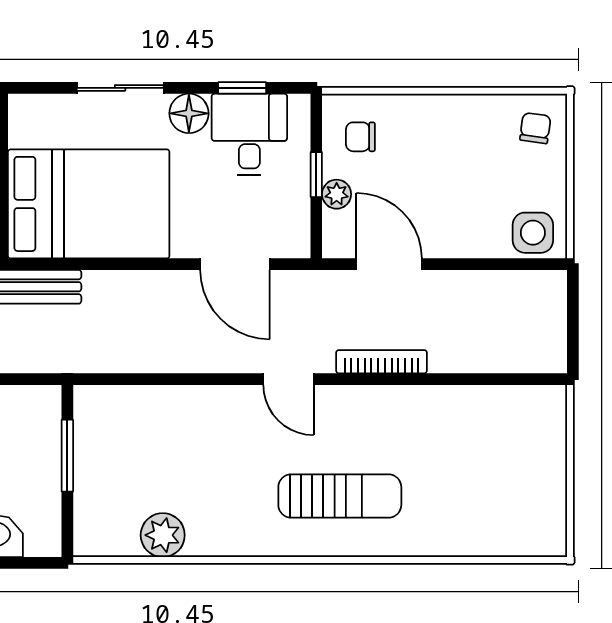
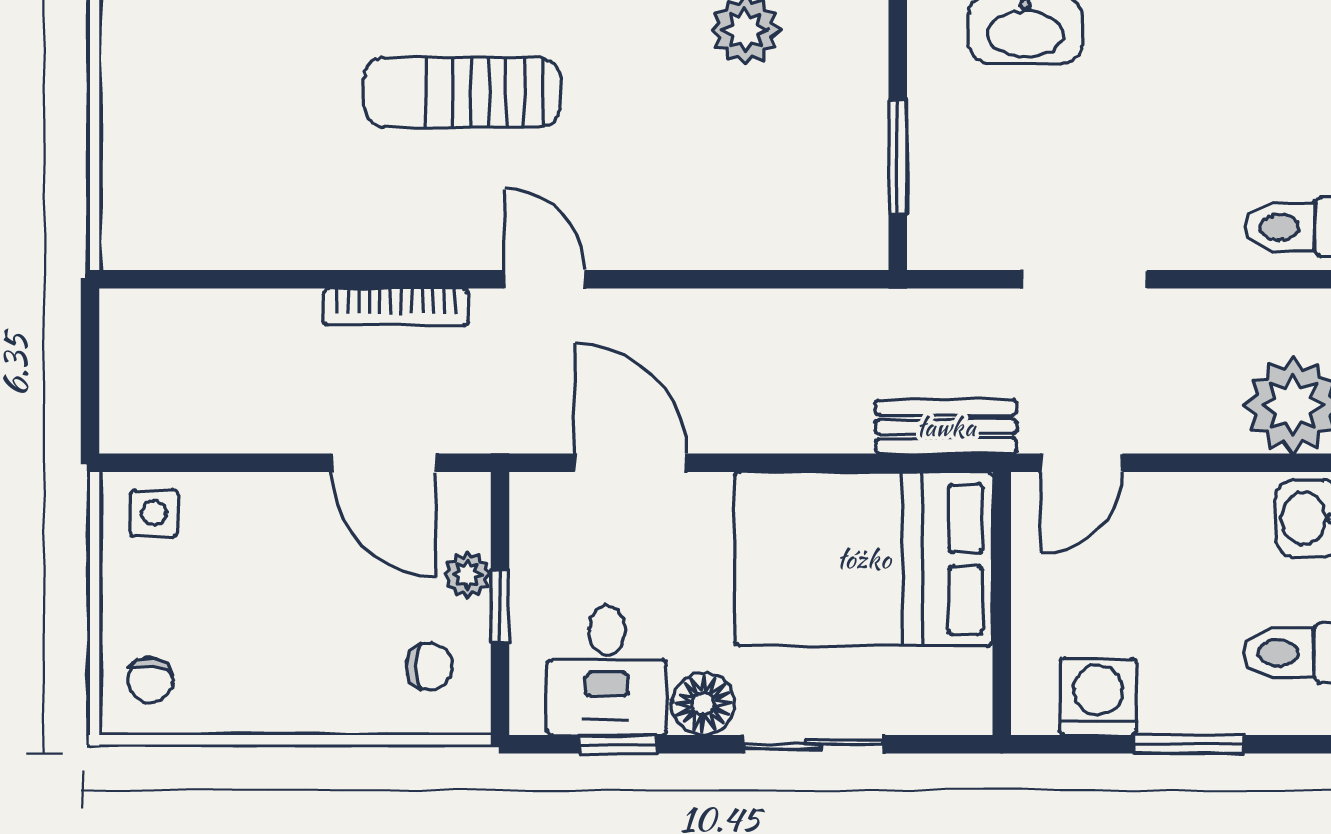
side table: (533, 233) -> (154, 513), width x0.73, depth x0.73

